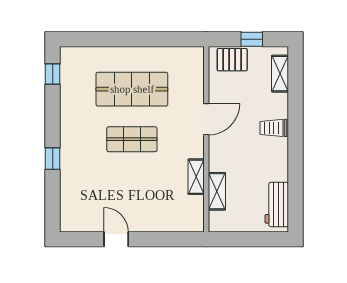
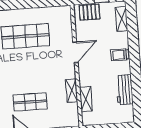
shop shelf: (132, 139) -> (30, 102), moved
workbench: (277, 205) -> (125, 90), moved

